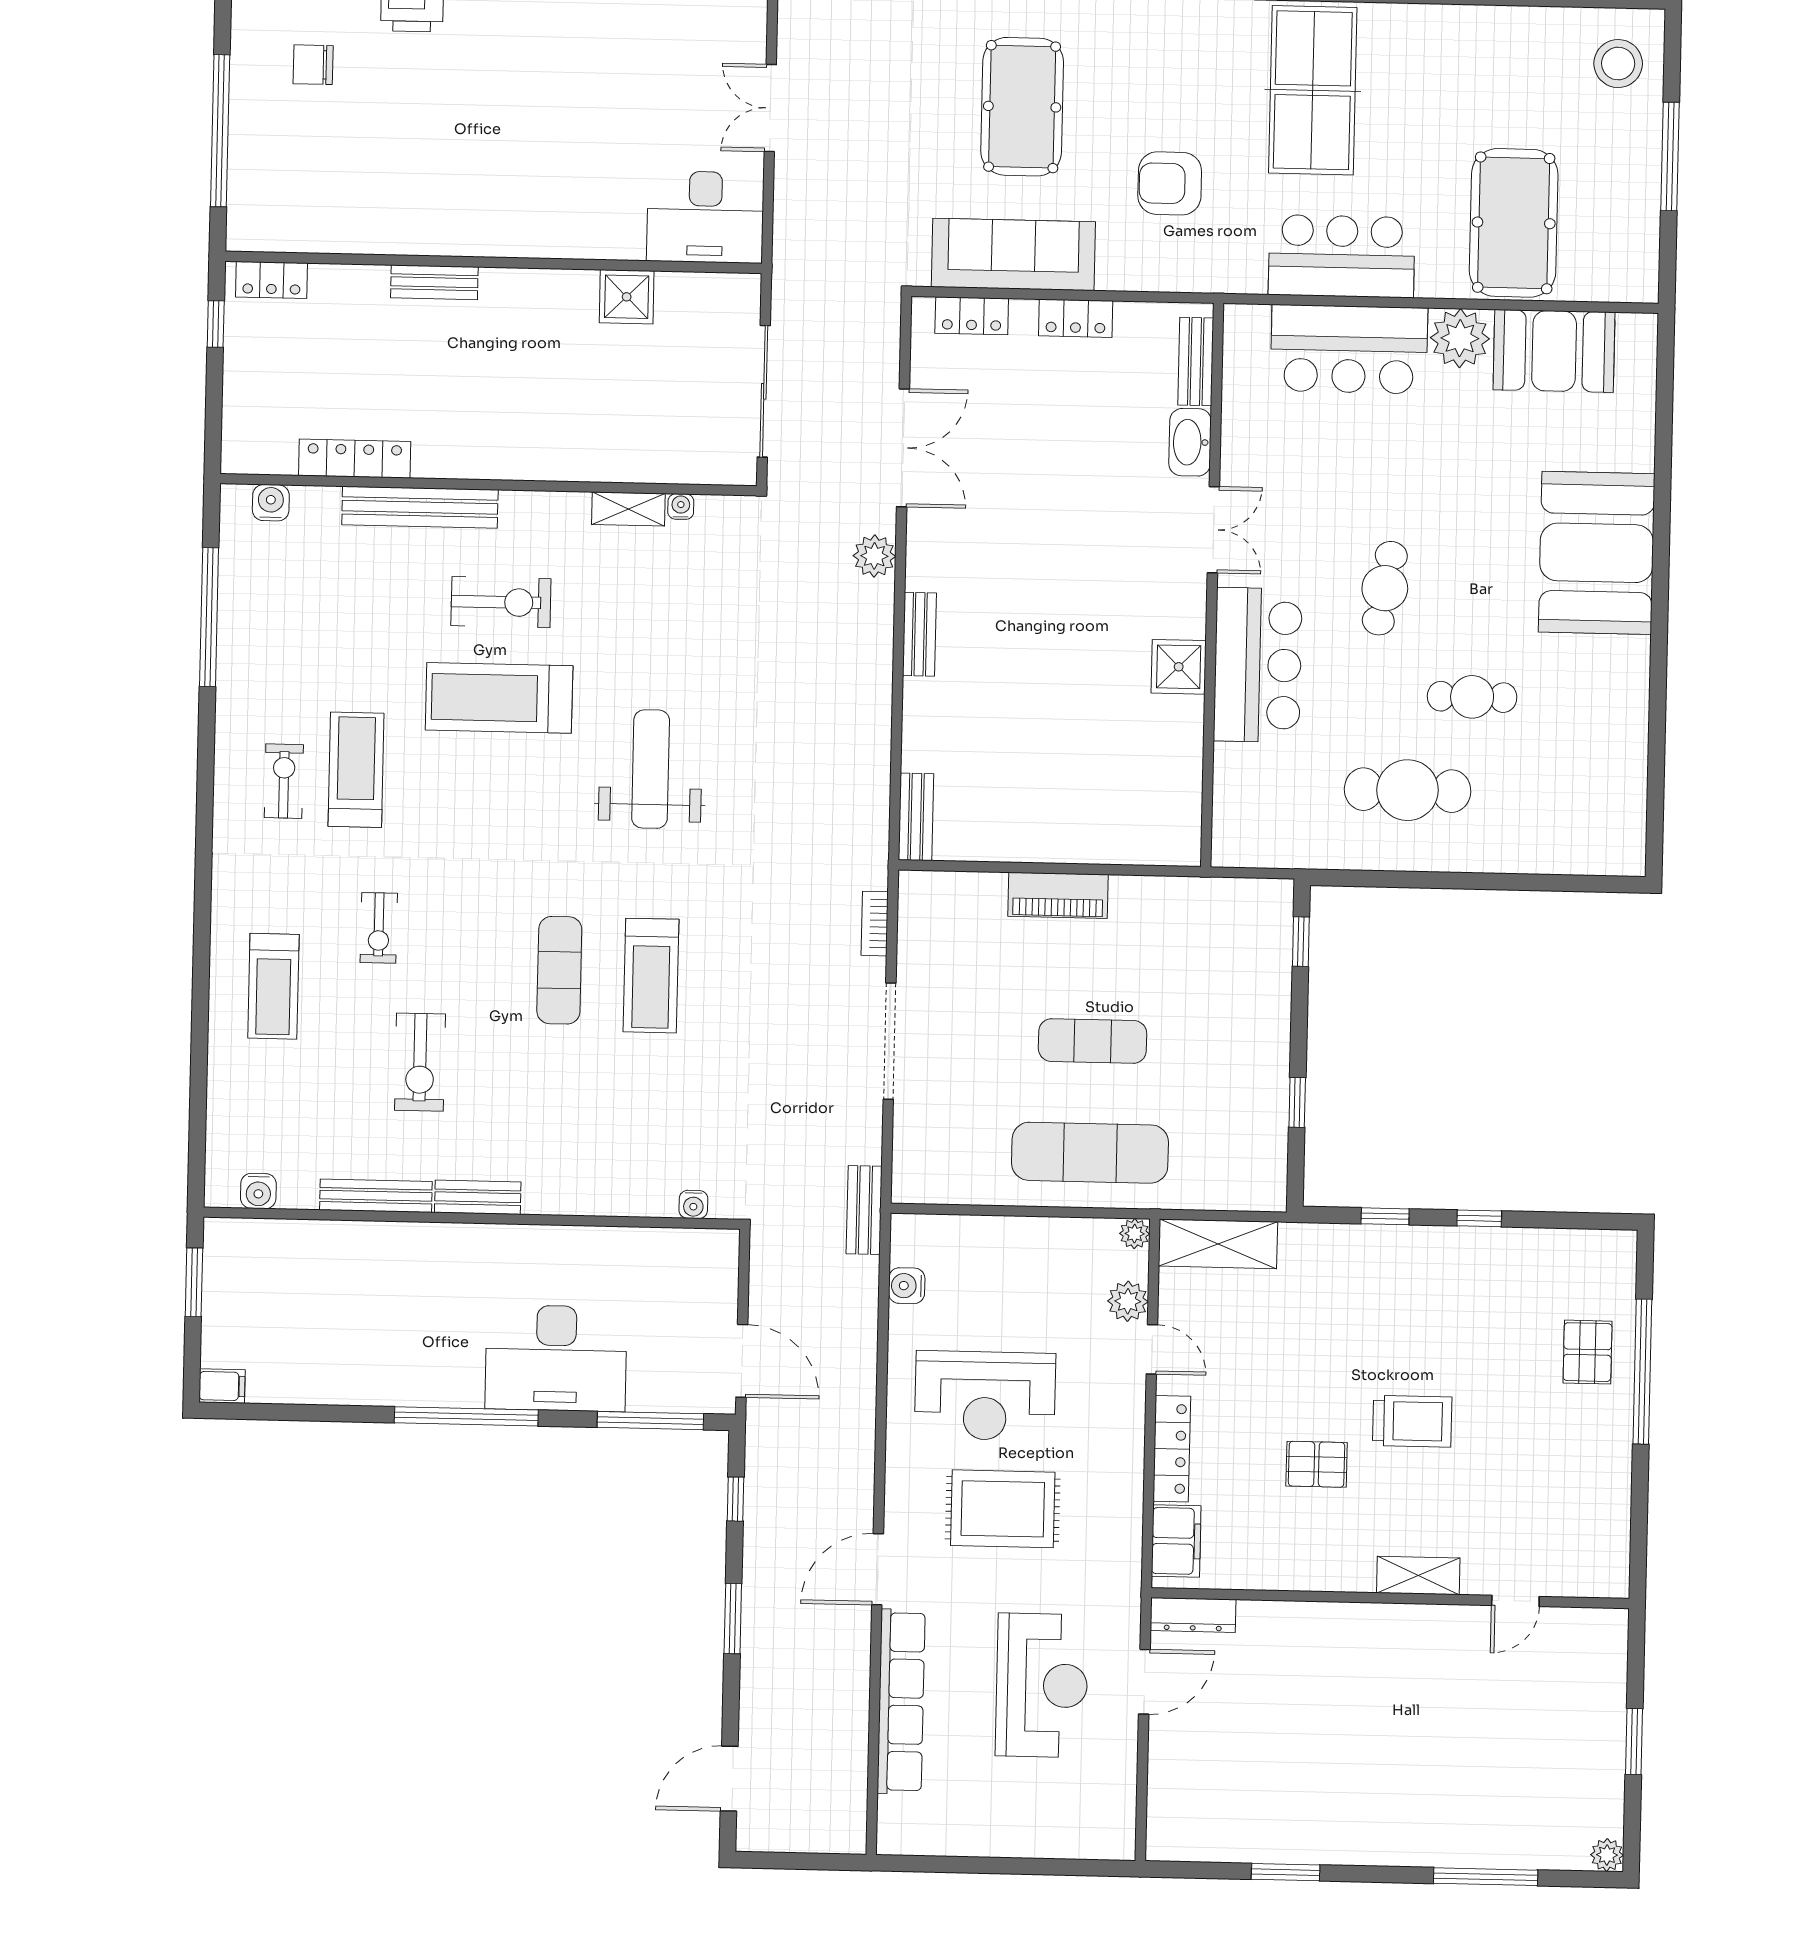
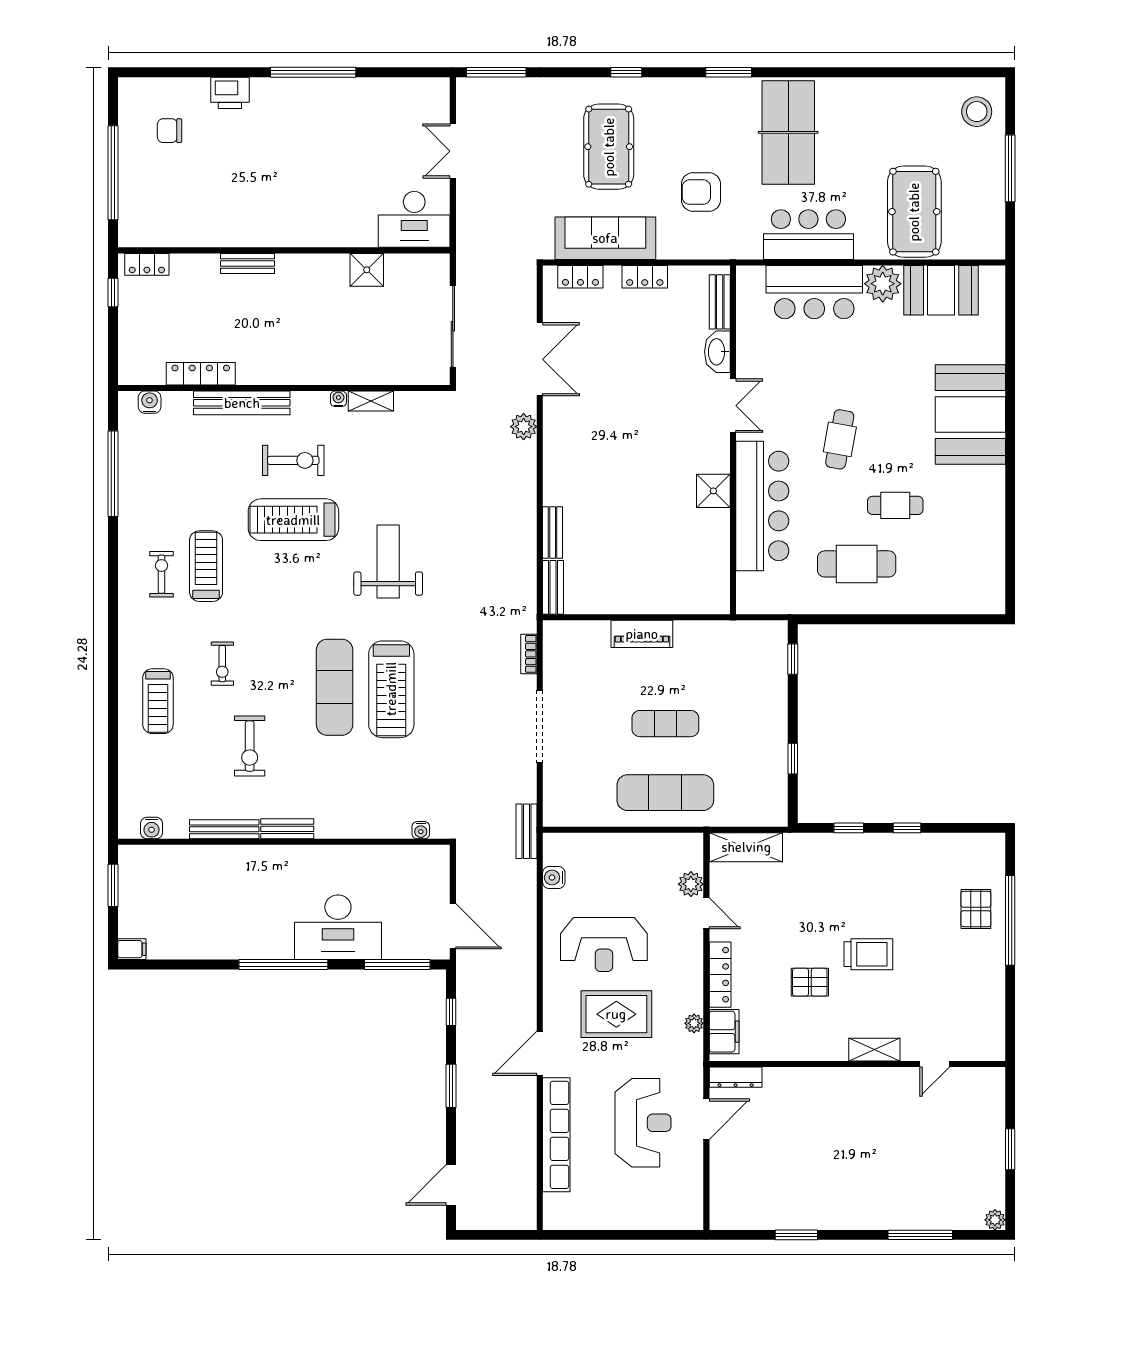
water cooler: (681, 507) -> (338, 399), moved
bench: (919, 634) -> (553, 533), moved
bar counter: (1258, 665) -> (762, 506), width x1.36
exercise mat: (559, 970) -> (335, 687), width x1.36, depth x1.45
treadmill: (651, 976) -> (391, 689), width x1.37, depth x1.38
plant: (1135, 1234) -> (694, 1023), moved

